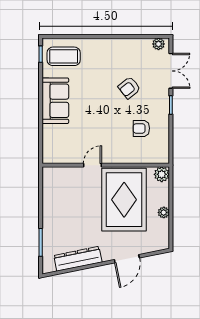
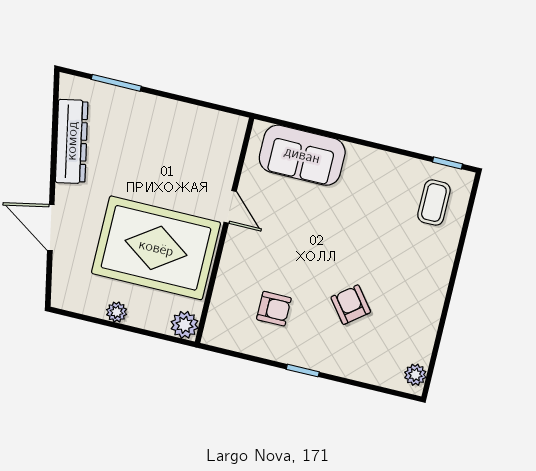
coffee table: (64, 56) -> (434, 203), width x0.73, depth x0.77
double door: (171, 71) -> (363, 385), removed
sofa: (55, 101) -> (302, 155), moved
armchair: (141, 128) -> (274, 309), turned 90

